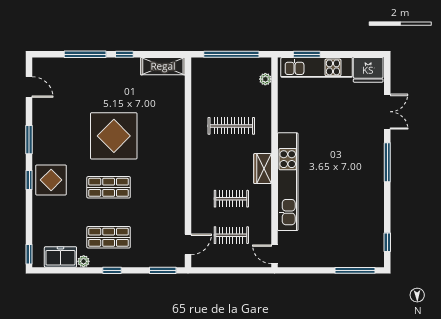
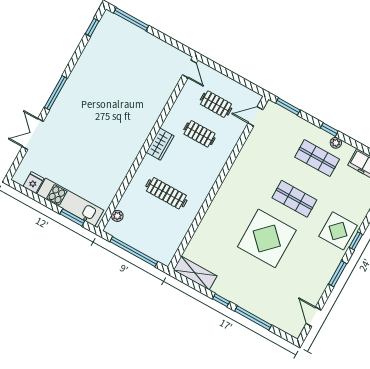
fridge: (368, 70) -> (33, 183), width x0.53, depth x0.75
kitchen unit: (288, 182) -> (146, 122), removed
plant: (84, 261) -> (336, 143), moved

